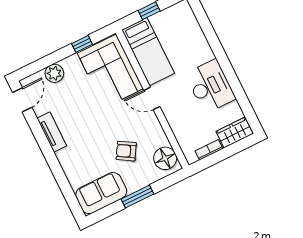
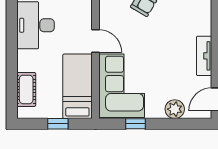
cot: (191, 27) -> (26, 89), added

